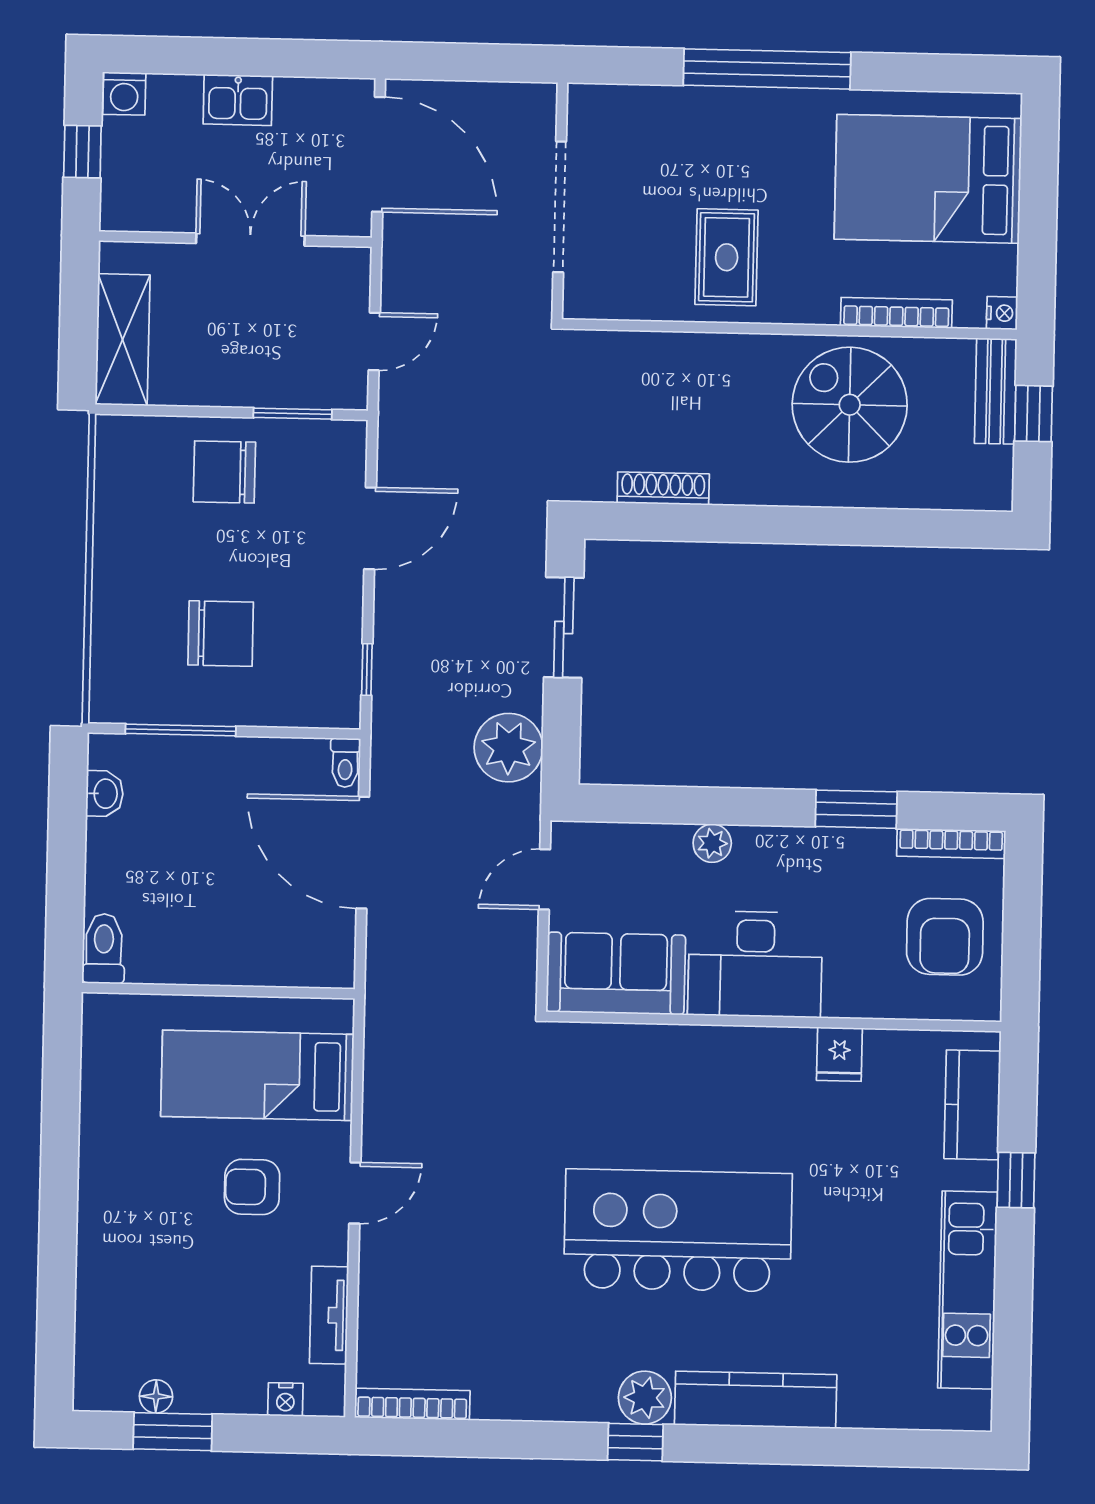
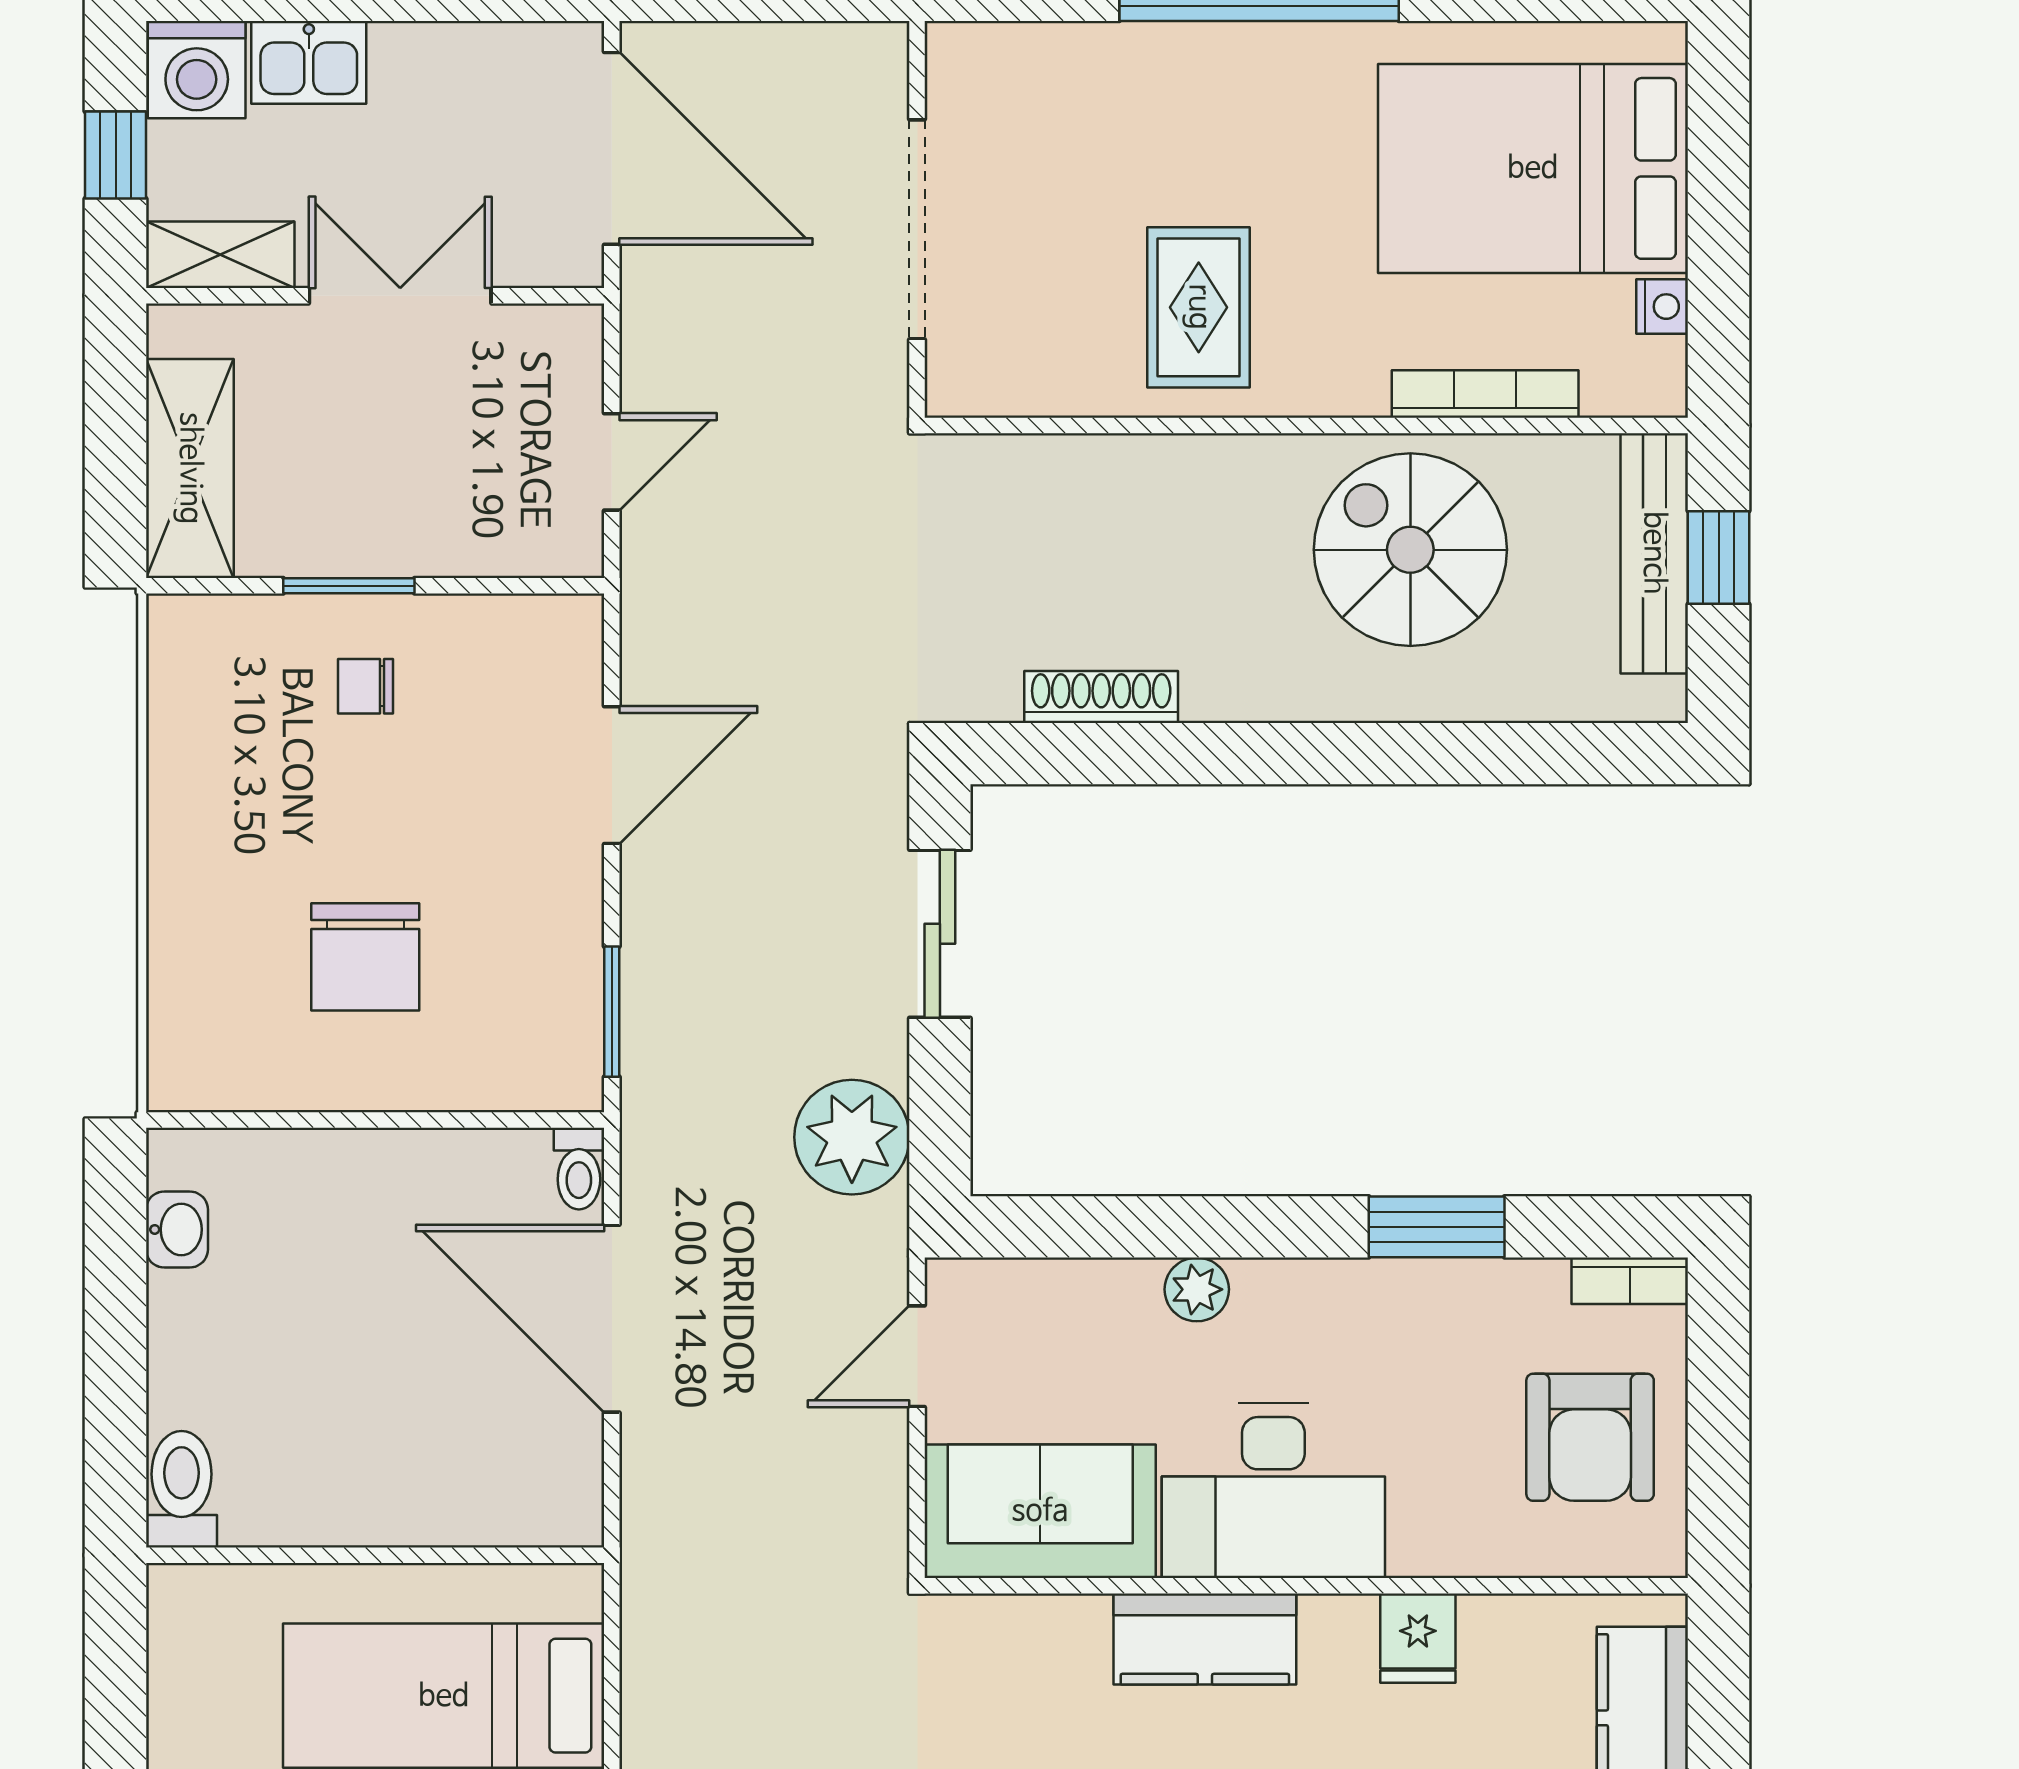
washing machine: (124, 94) -> (197, 70), width x1.38, depth x1.38
kitchen sink: (238, 100) -> (309, 62), moved
shelving: (144, 213) -> (220, 255), added
nightstand: (1002, 313) -> (1662, 307), moved
bench: (996, 391) -> (1654, 553), width x1.36
window: (293, 414) -> (349, 586), moved
chair: (224, 472) -> (366, 686), width x0.54, depth x0.54
chair: (221, 634) -> (365, 957), turned 90
window: (367, 670) -> (612, 1012), width x1.50
window: (181, 730) -> (302, 1120), removed
bookcase: (951, 843) -> (1630, 1281), width x0.64
kitchen counter: (712, 1052) -> (1205, 1639), added

